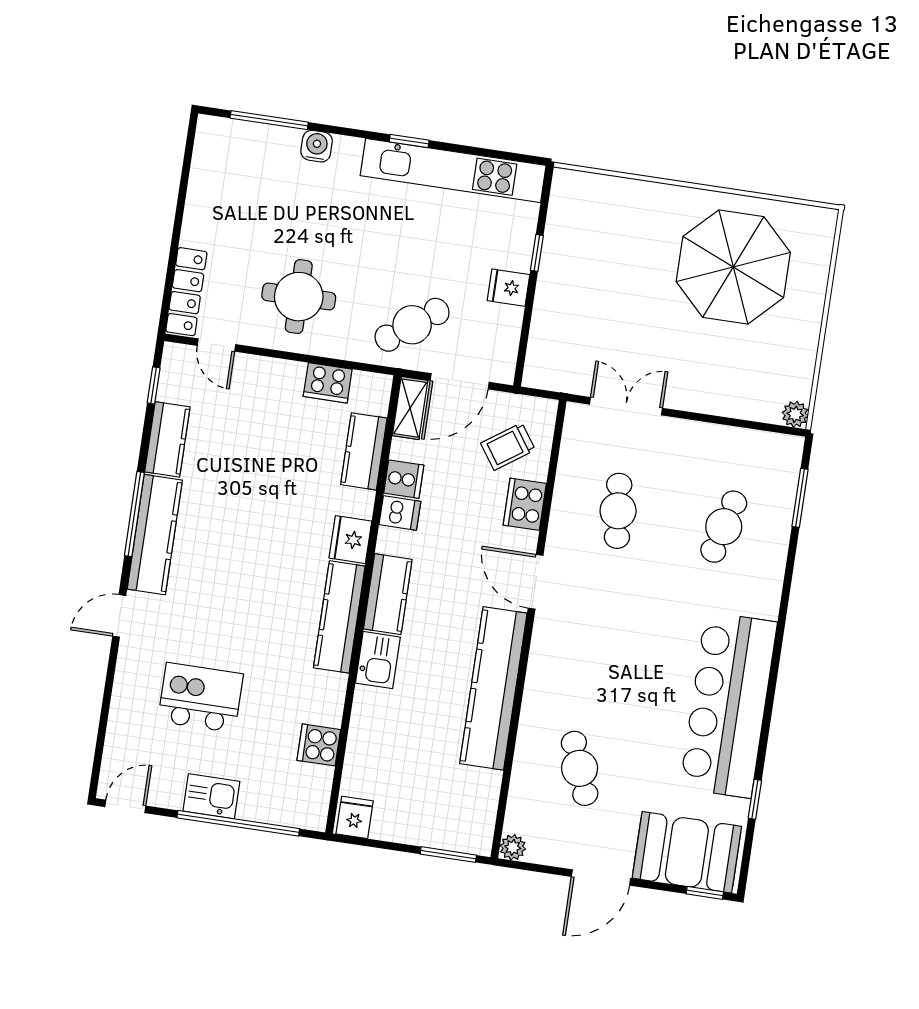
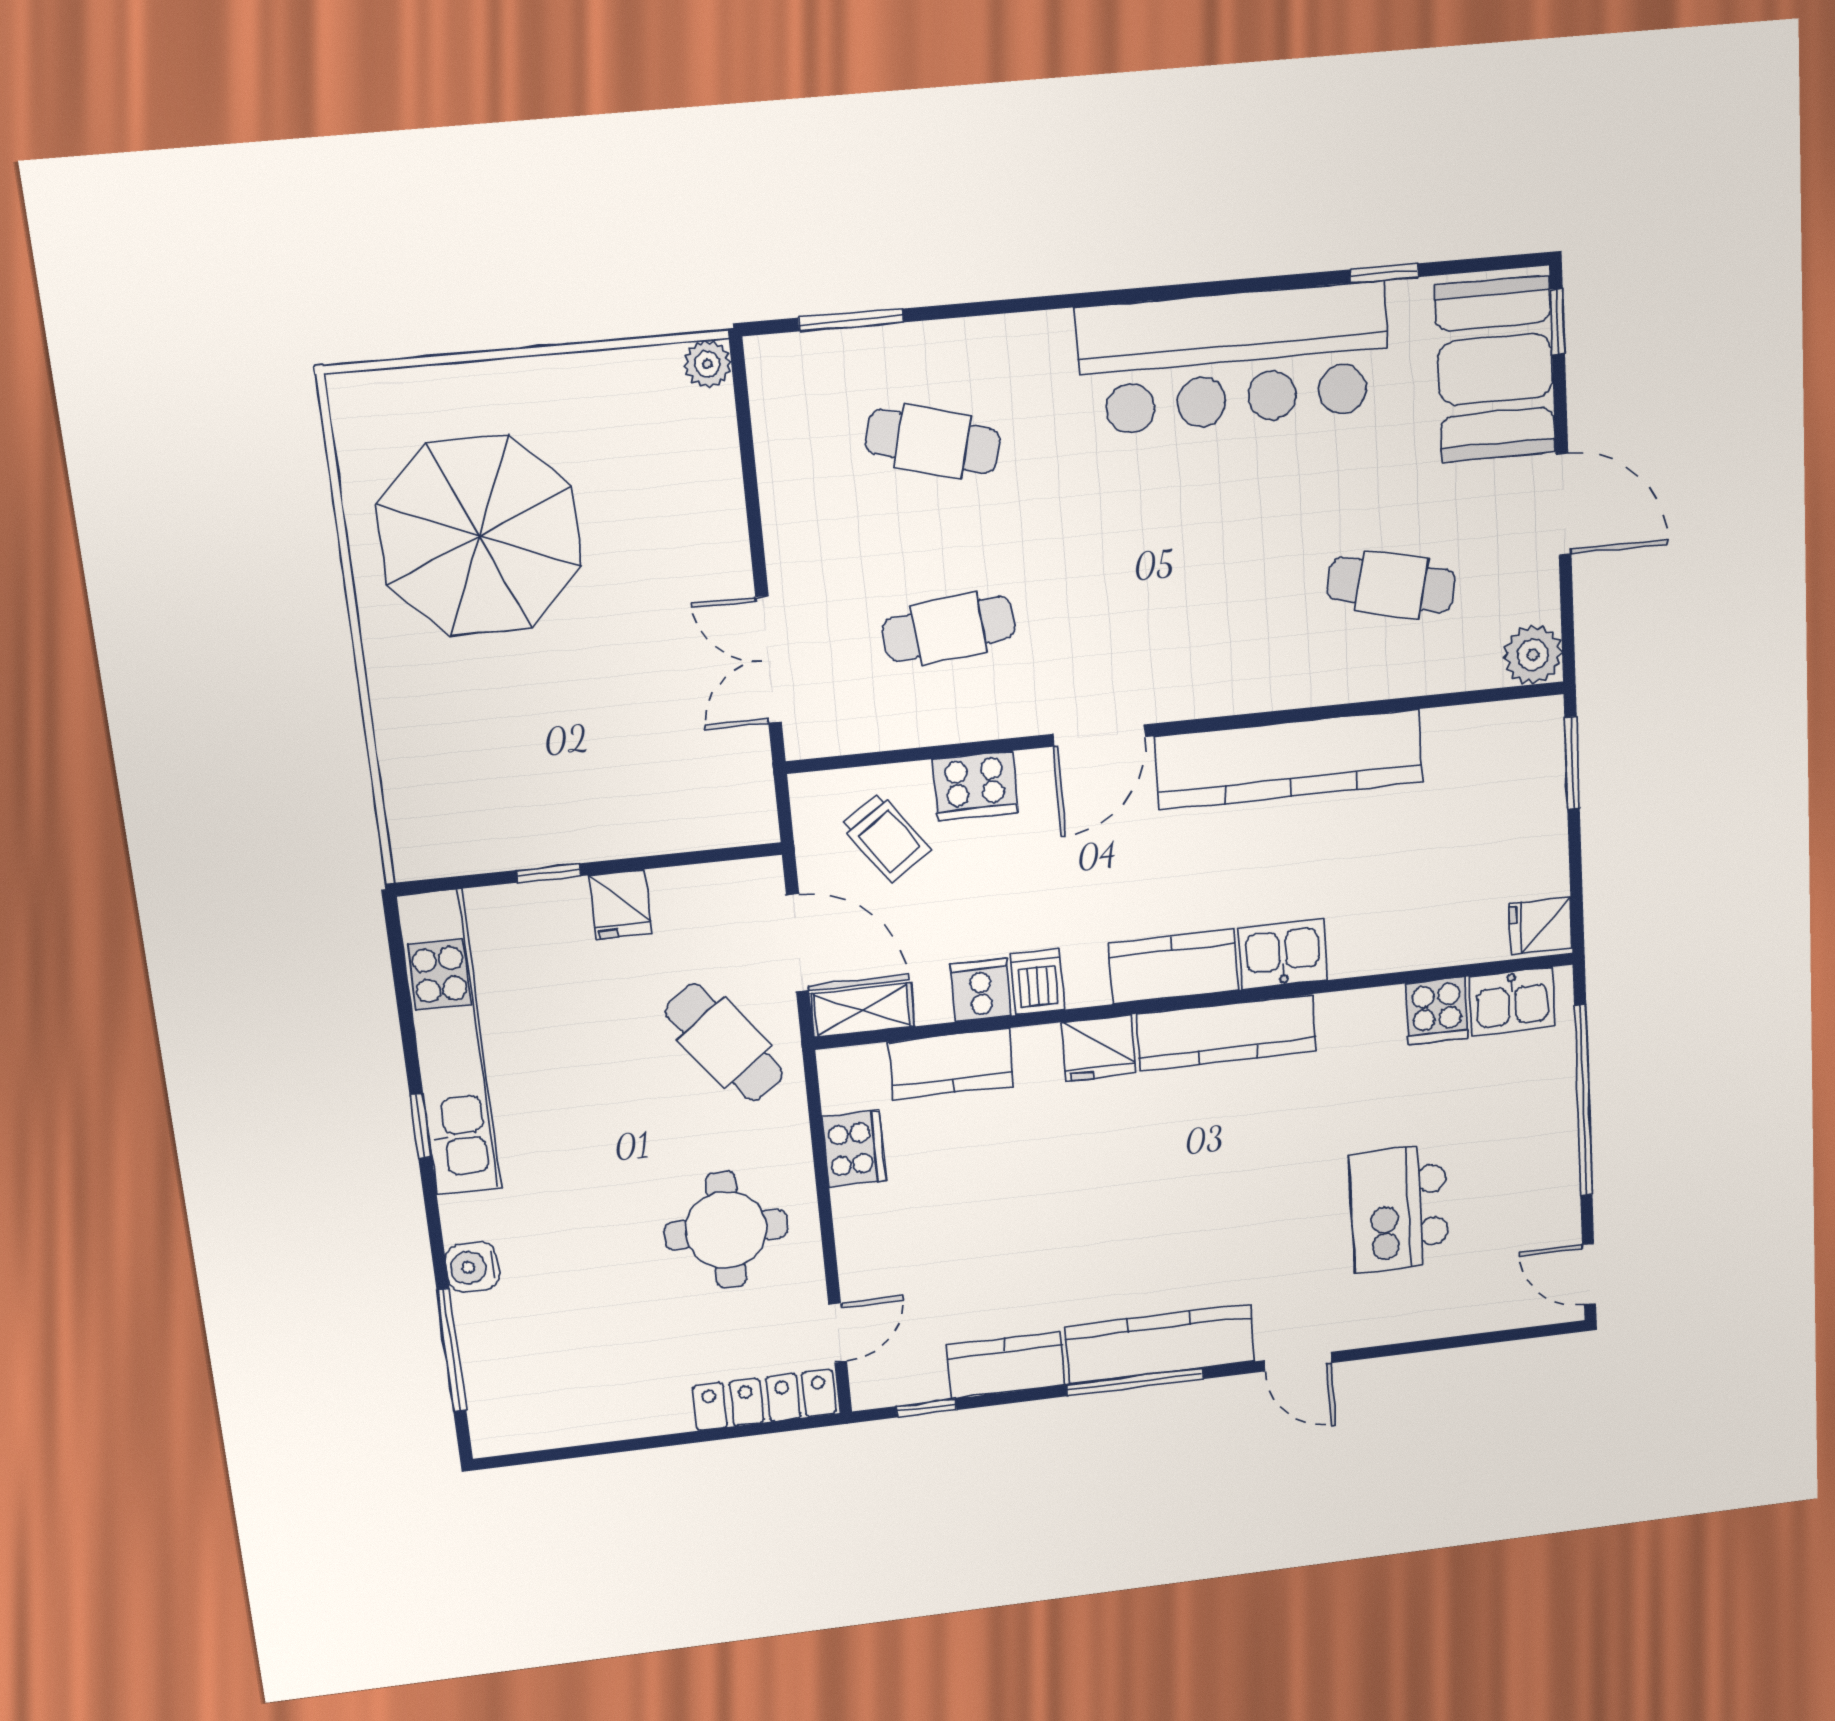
cafe table: (580, 768) -> (1391, 585), turned 33
kitchen sink: (211, 796) -> (1512, 1002), moved, turned -90
plant: (513, 847) -> (1533, 655), width x1.38, depth x1.38

